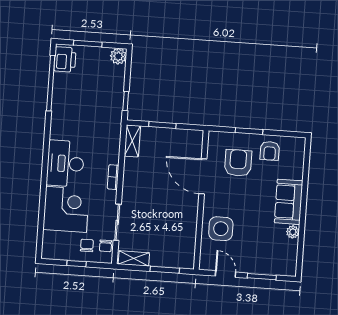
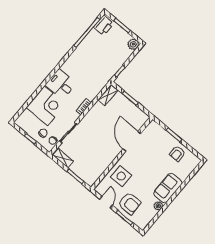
armchair: (238, 163) -> (130, 203), moved, turned 90
desk: (65, 164) -> (61, 84), width x0.73

